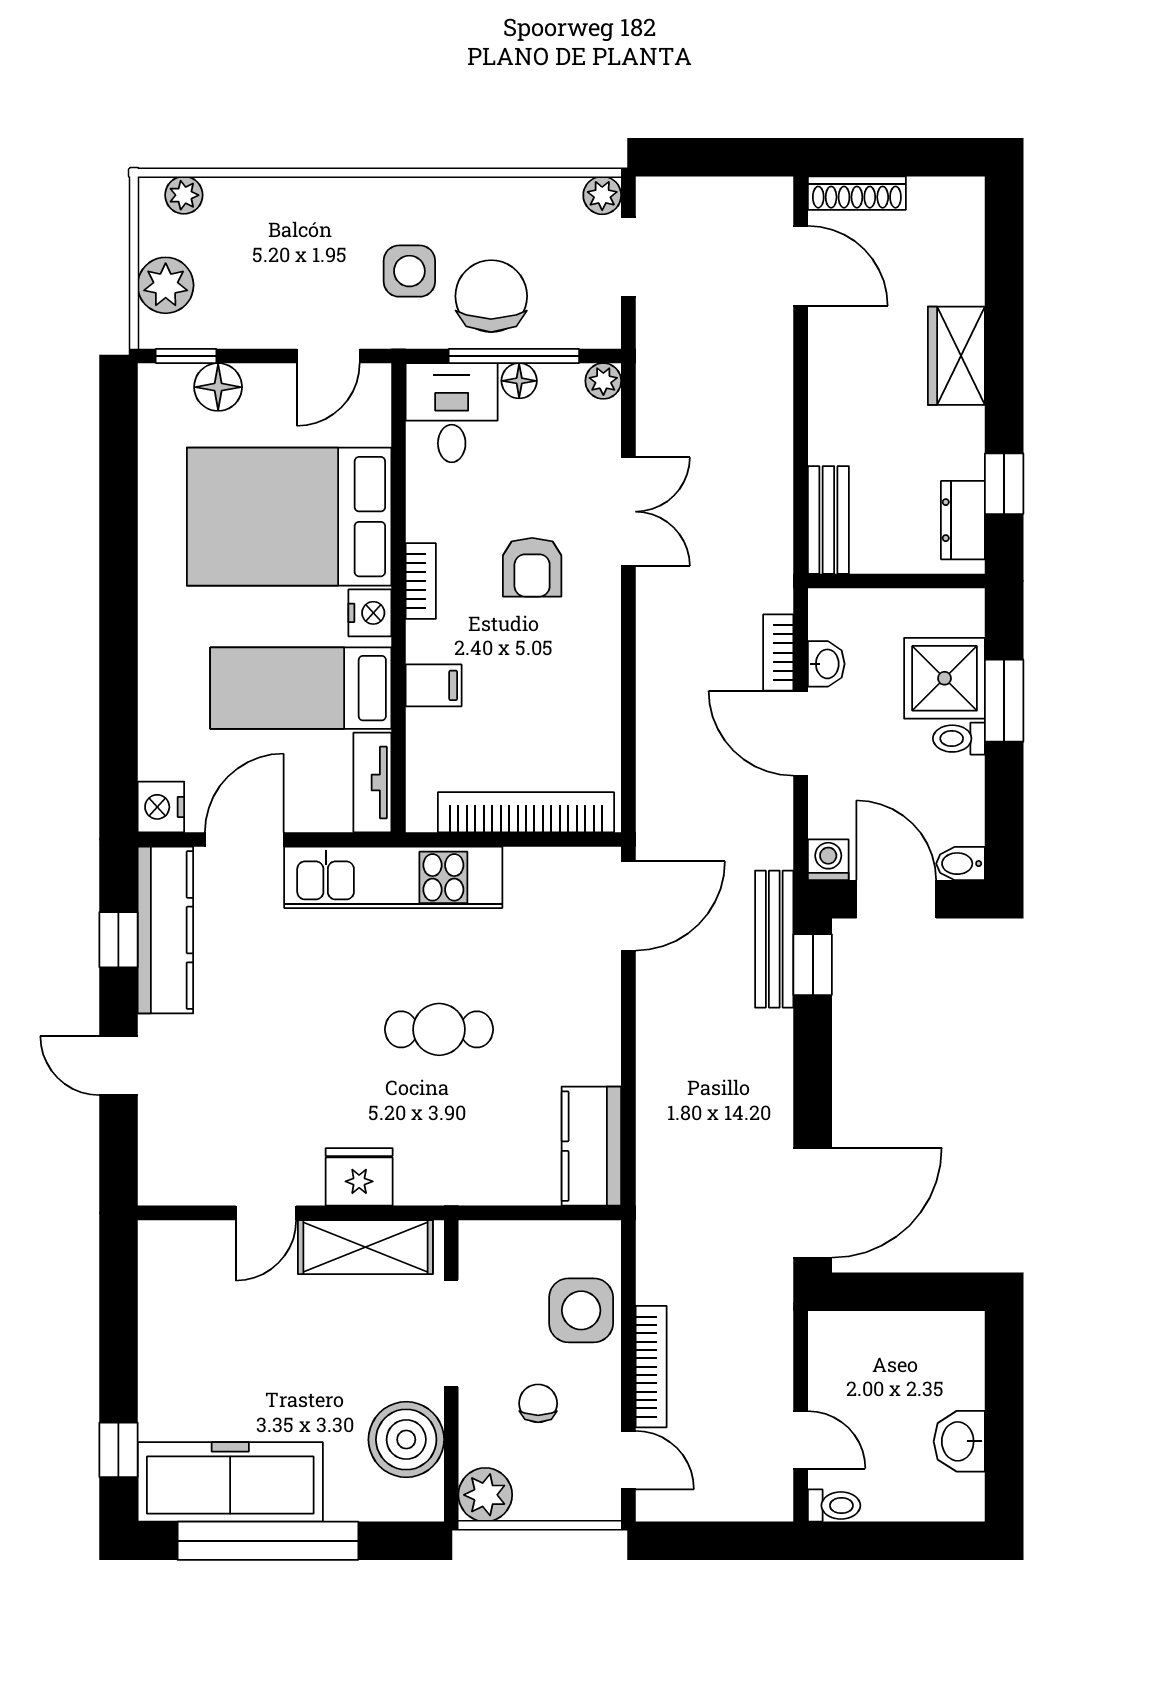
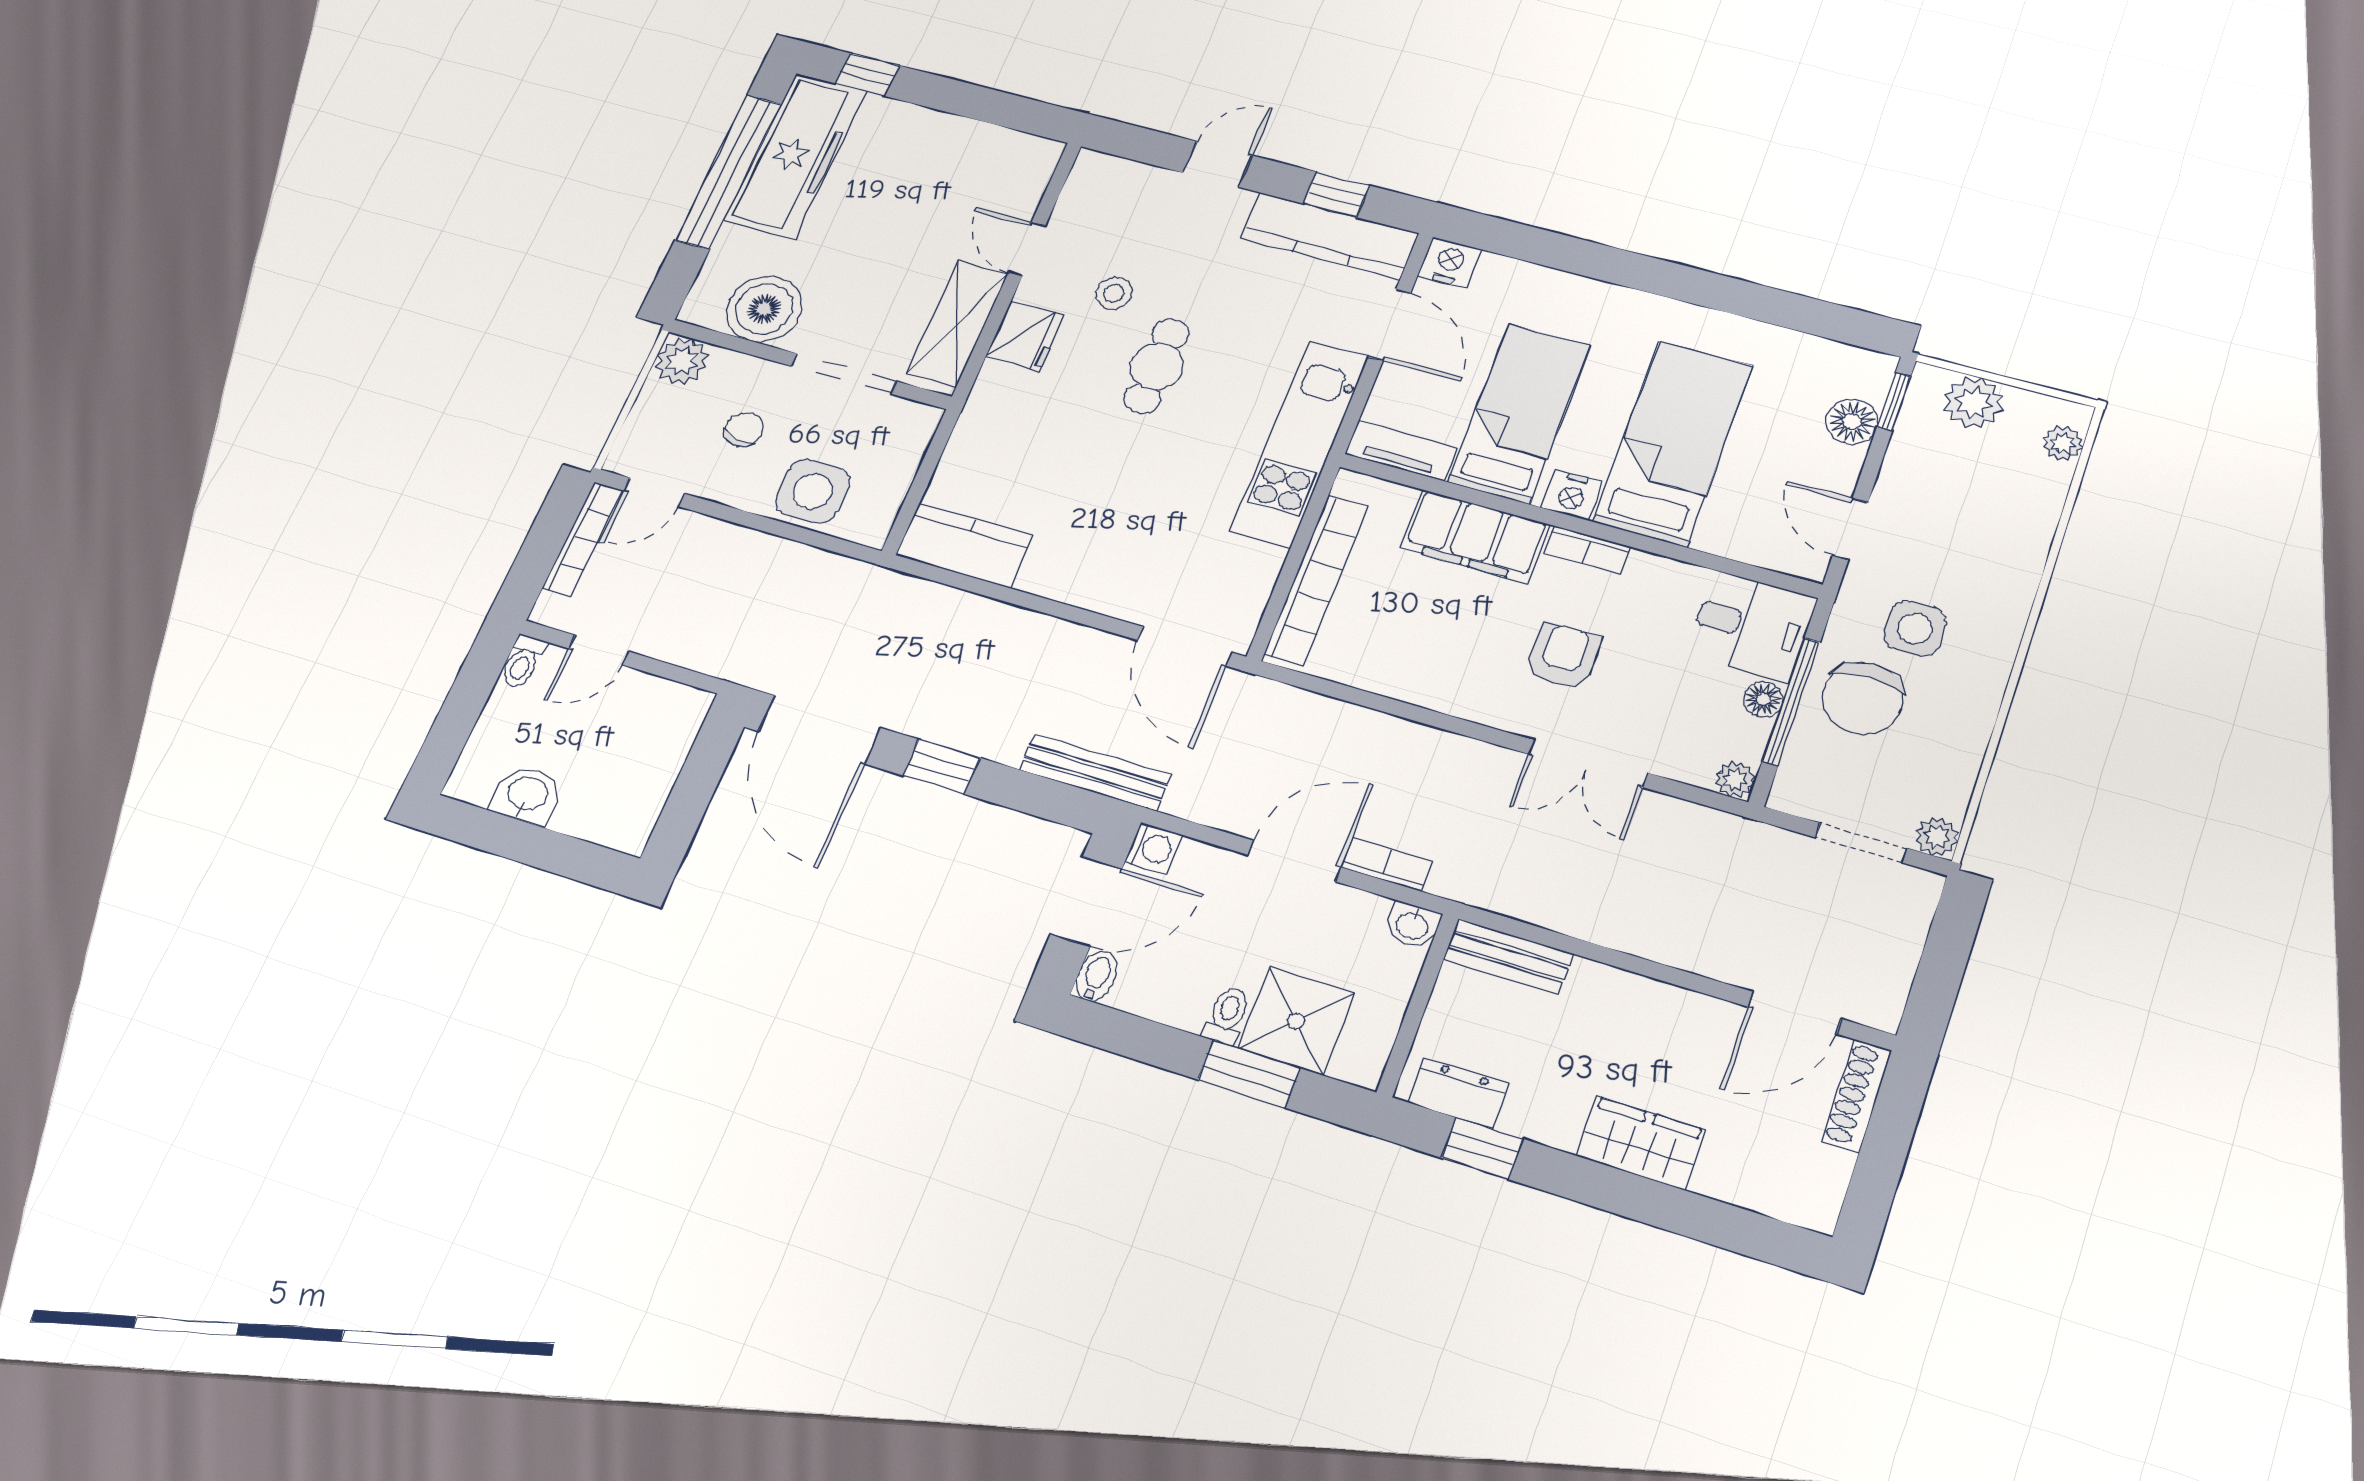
chair: (491, 296) -> (1863, 698), turned 90
bed: (289, 517) -> (1673, 443), width x0.67
armchair: (532, 567) -> (1563, 656), turned 90
washbasin: (826, 664) -> (1412, 925), moved
filing cabinet: (434, 685) -> (1475, 536), width x3.00, depth x1.17
window: (813, 965) -> (942, 767), moved
cafe table: (439, 1029) -> (1157, 366), moved
stool: (289, 1111) -> (1114, 293), added
bookcase: (651, 1367) -> (583, 539), moved, turned -90
chair: (538, 1403) -> (744, 429), turned -78

